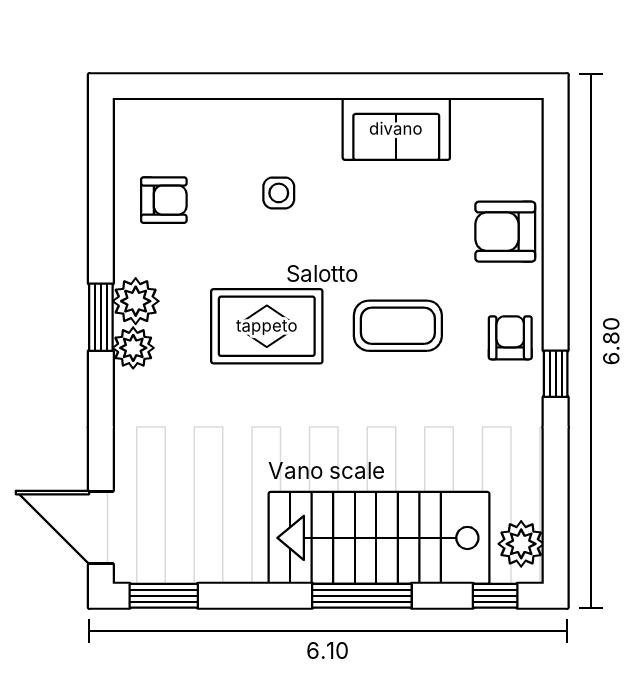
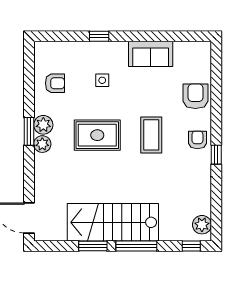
window: (271, 86) -> (99, 36), added
armchair: (505, 232) -> (195, 96), turned 90
coffee table: (398, 326) -> (151, 135), turned 90
stairs: (379, 538) -> (113, 222), moved
window: (164, 596) -> (93, 246), moved

